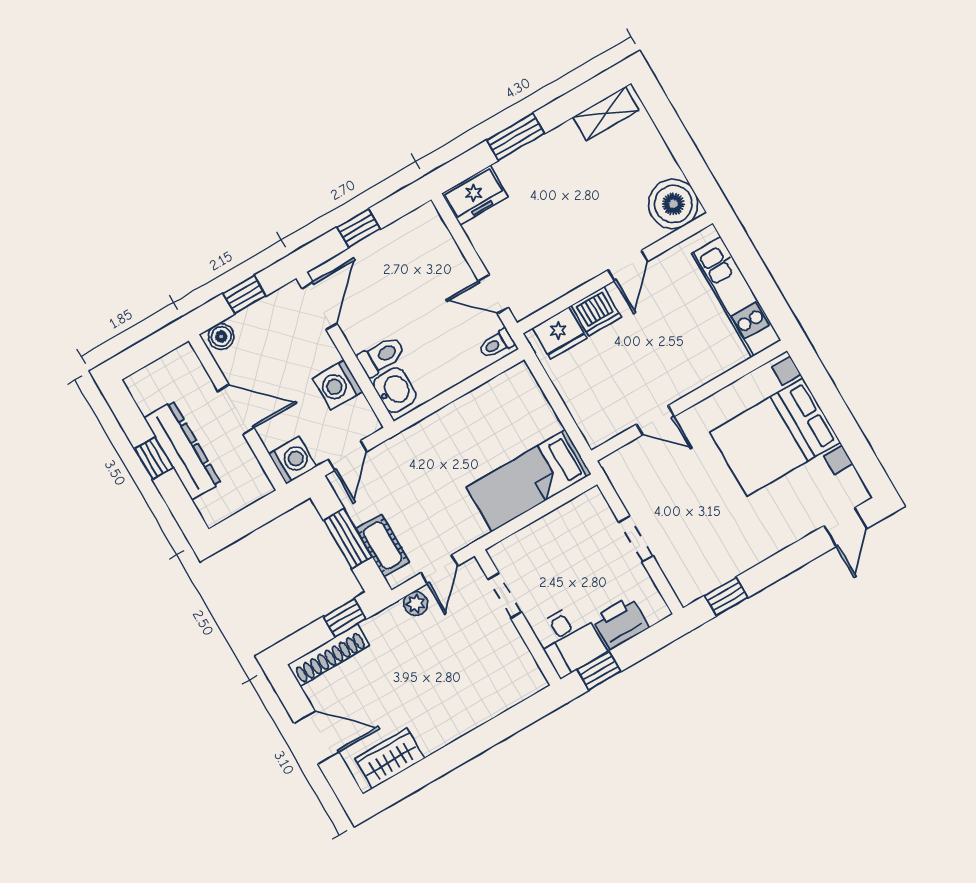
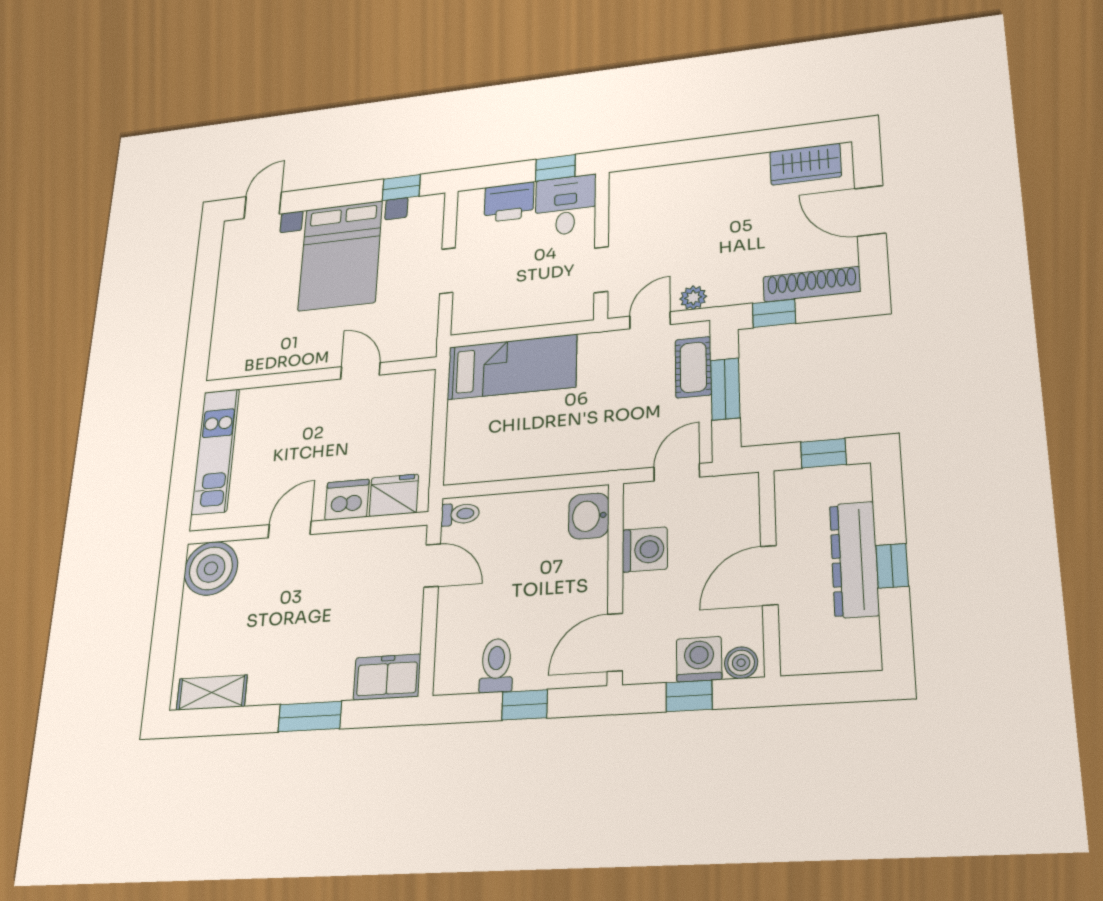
toilet: (382, 356) -> (496, 666), moved, turned 90
door: (236, 410) -> (769, 575), hinge flipped
bed with nightstands: (775, 437) -> (340, 256), moved, turned 90
washing machine: (293, 460) -> (699, 659), moved, turned 90
window: (247, 521) -> (823, 453), added

